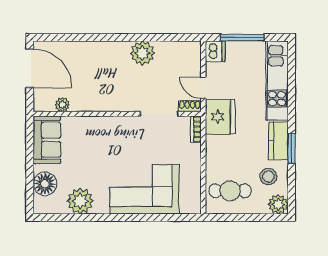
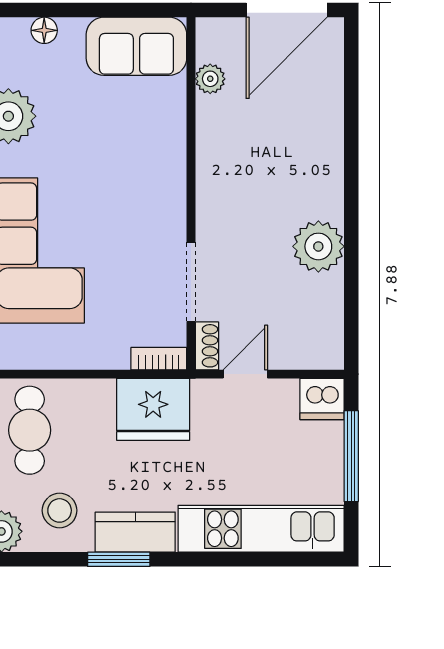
fridge: (220, 117) -> (153, 409), moved
floor lamp: (45, 184) -> (44, 30), width x0.53, depth x0.53

